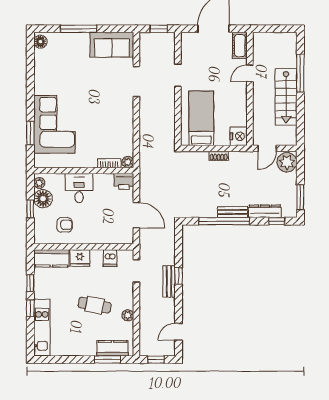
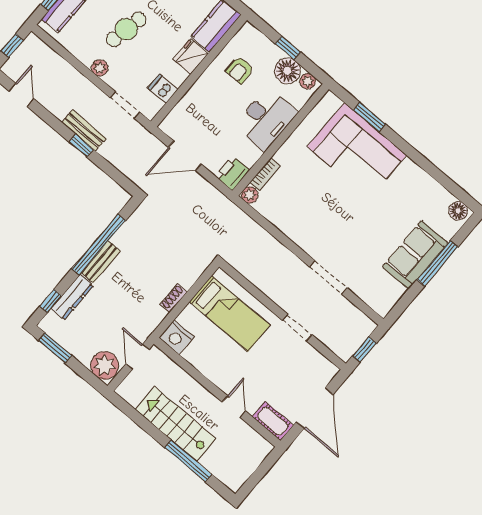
sofa: (112, 45) -> (415, 255), moved
desk: (79, 188) -> (266, 119), width x1.37
plant: (128, 315) -> (100, 68), moved

